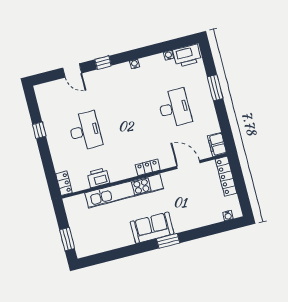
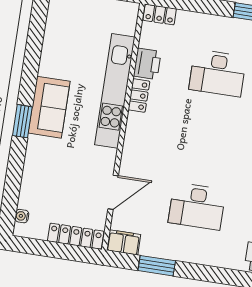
window: (215, 88) -> (157, 266), moved
locker: (148, 167) -> (139, 96), moved

